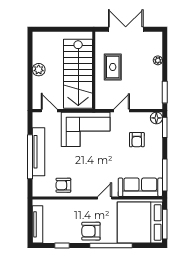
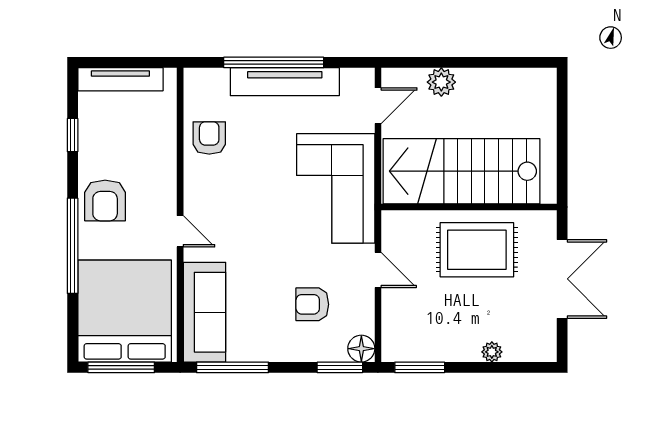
rug: (113, 67) -> (477, 250), width x1.36, depth x1.43
plant: (39, 70) -> (441, 82), moved
armchair: (91, 231) -> (105, 200), turned 180

